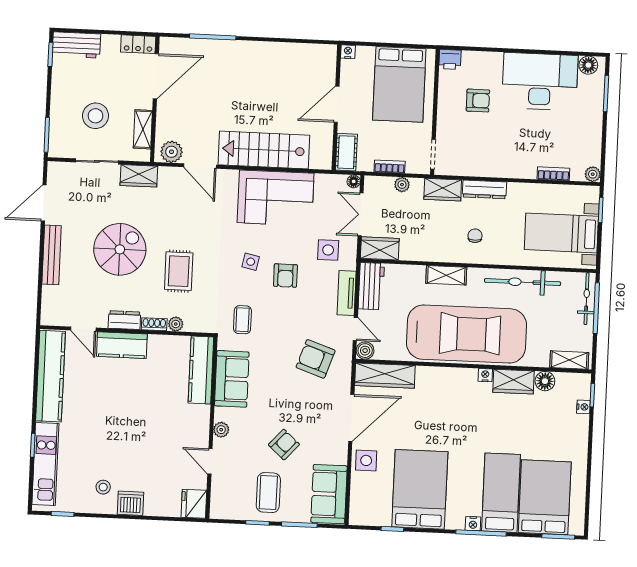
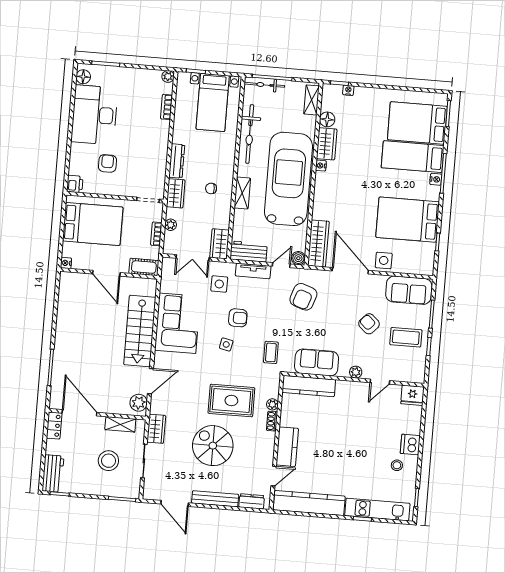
floor lamp: (354, 181) -> (167, 262), removed
chair: (475, 236) -> (211, 188), moved
rug: (179, 271) -> (231, 400), width x1.36, depth x1.43
dresser: (124, 320) -> (252, 501), moved, turned 90
coffee table: (242, 320) -> (271, 352), turned 90

